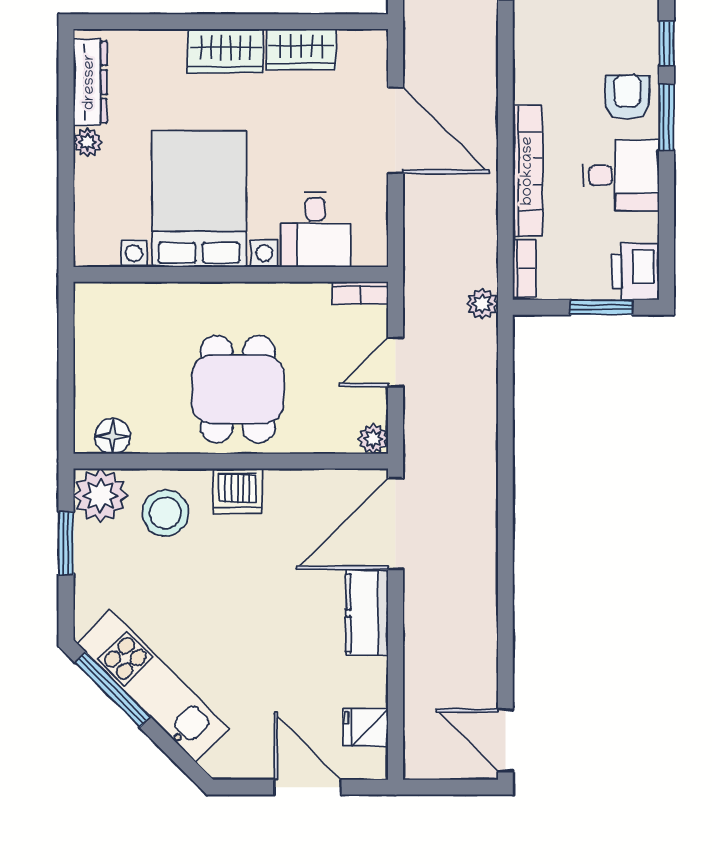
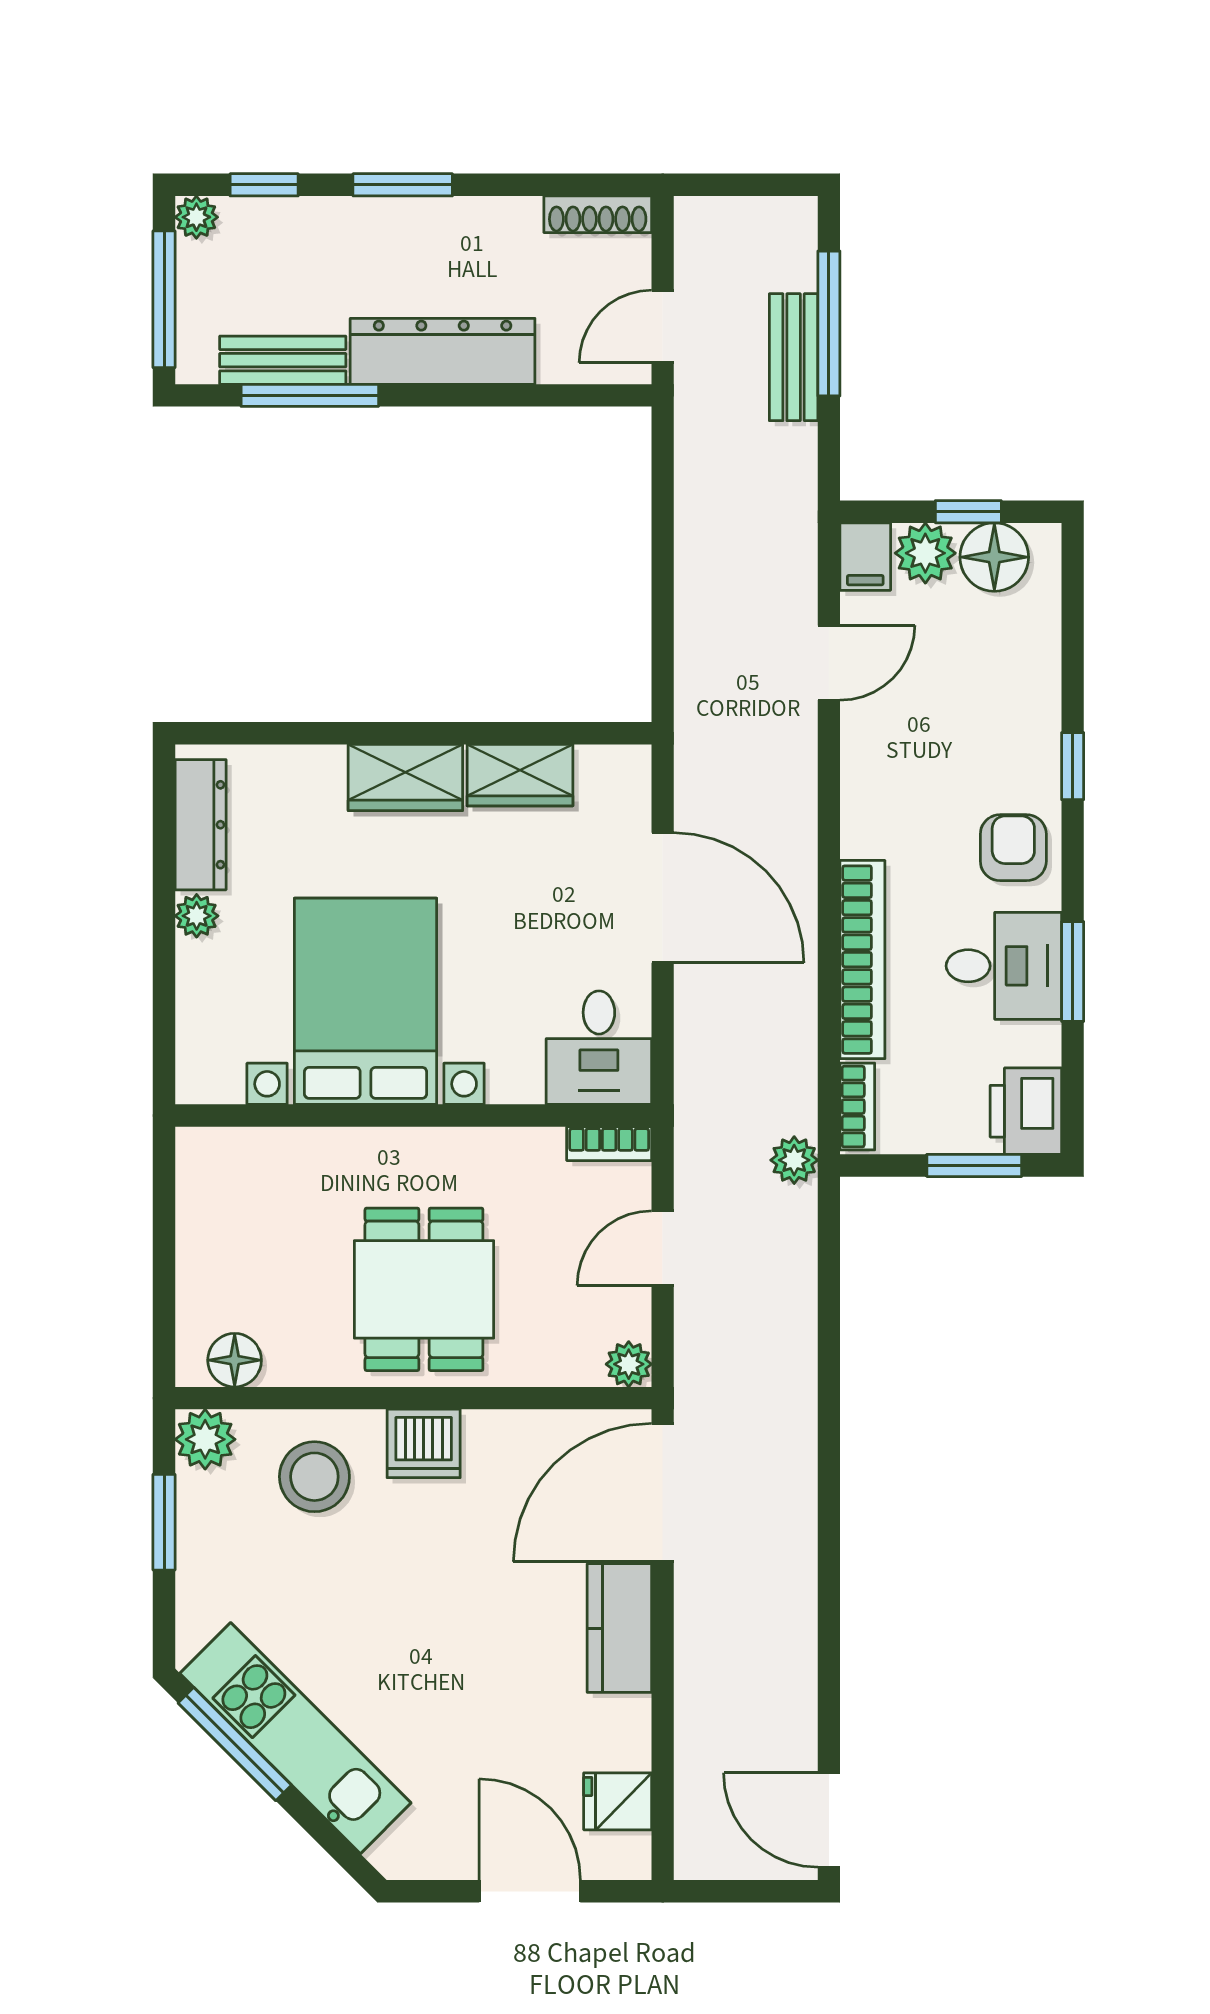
window: (667, 117) -> (1073, 971), moved
desk: (315, 229) -> (599, 1048), moved
plant: (100, 496) -> (205, 1439), width x0.73, depth x0.73

